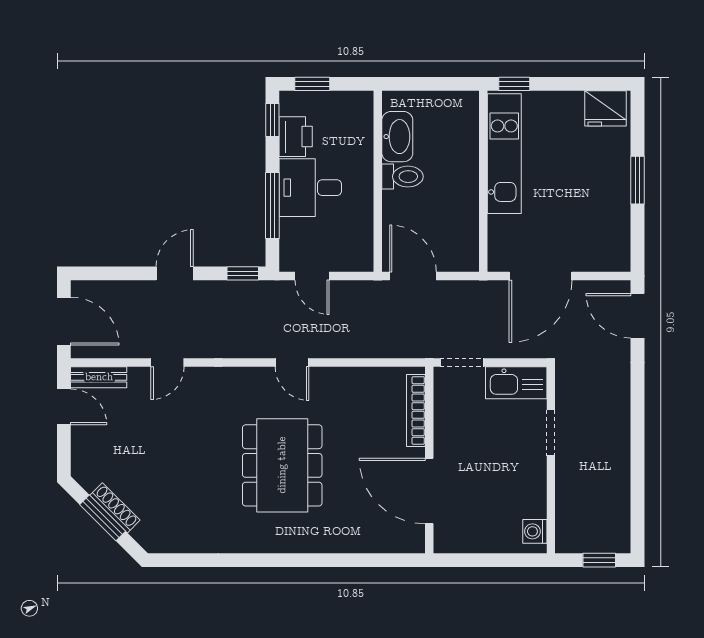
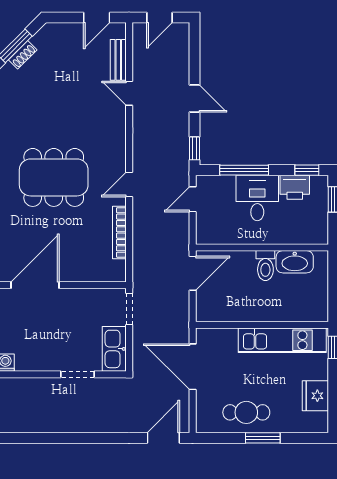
fridge: (606, 108) -> (315, 396), moved
cafe table: (603, 203) -> (246, 412), added
door: (64, 321) -> (159, 17), width x0.73
bench: (99, 377) -> (118, 60), moved
bookcase: (416, 411) -> (119, 232), moved, turned -90
shoe rack: (115, 508) -> (23, 55), width x0.70

